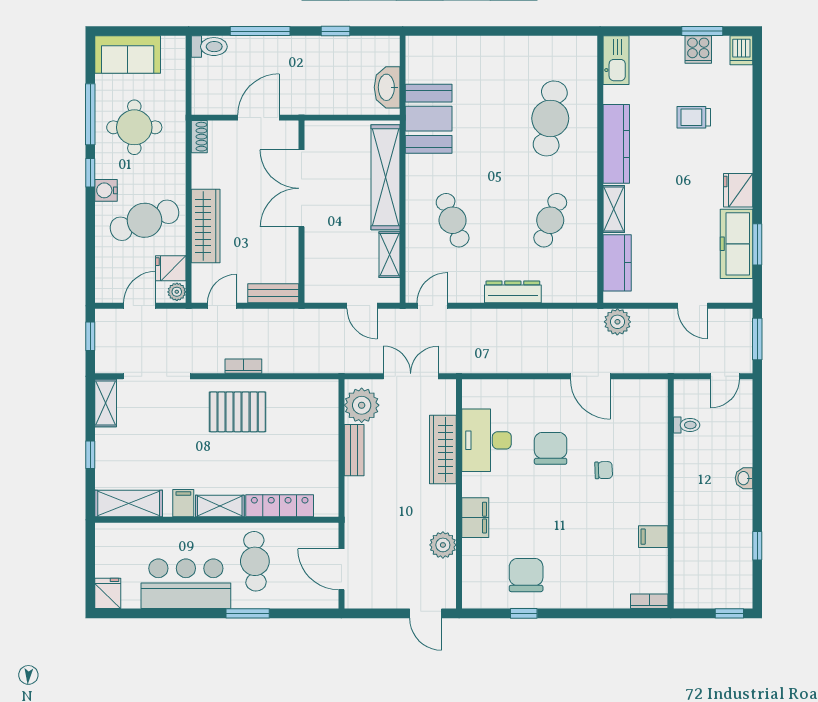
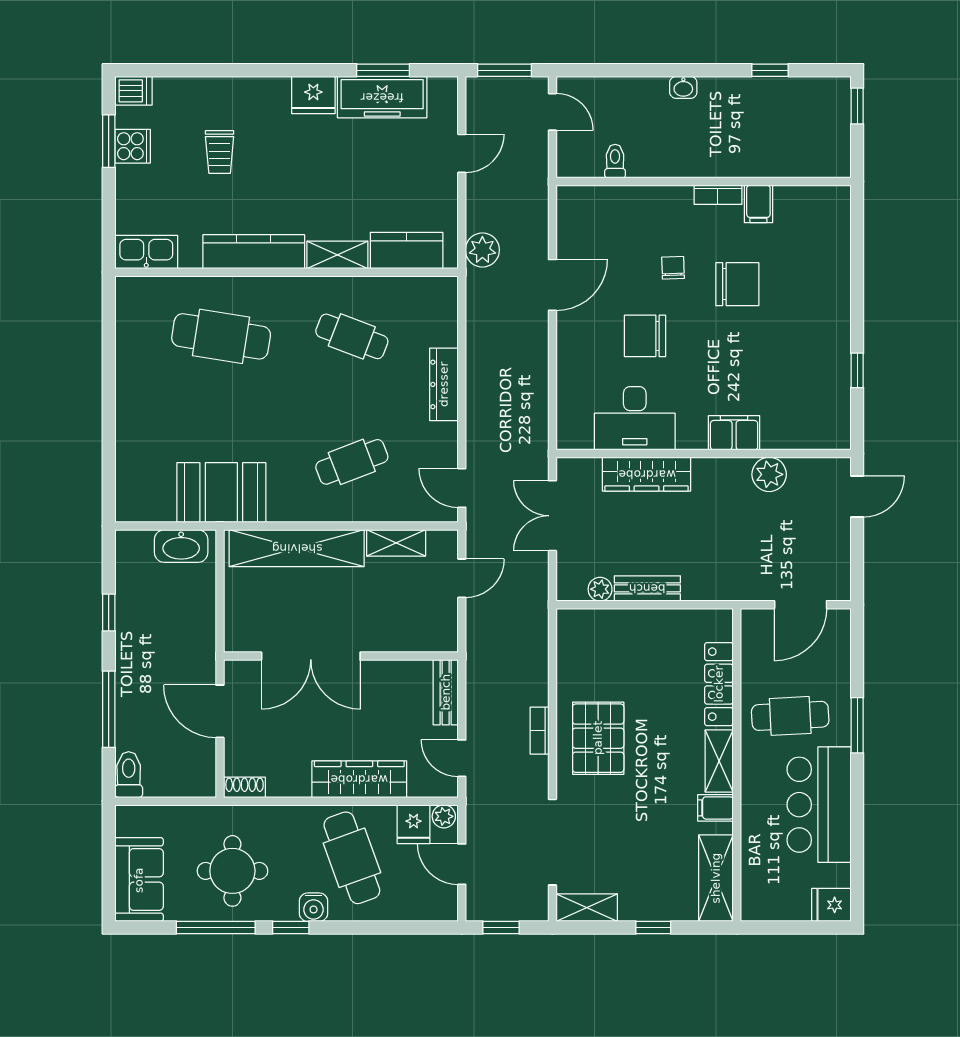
plant: (362, 405) -> (600, 589), width x0.53, depth x0.53
chair: (526, 575) -> (737, 284), moved, turned 180
bookcase: (649, 601) -> (718, 195), moved, turned -90

